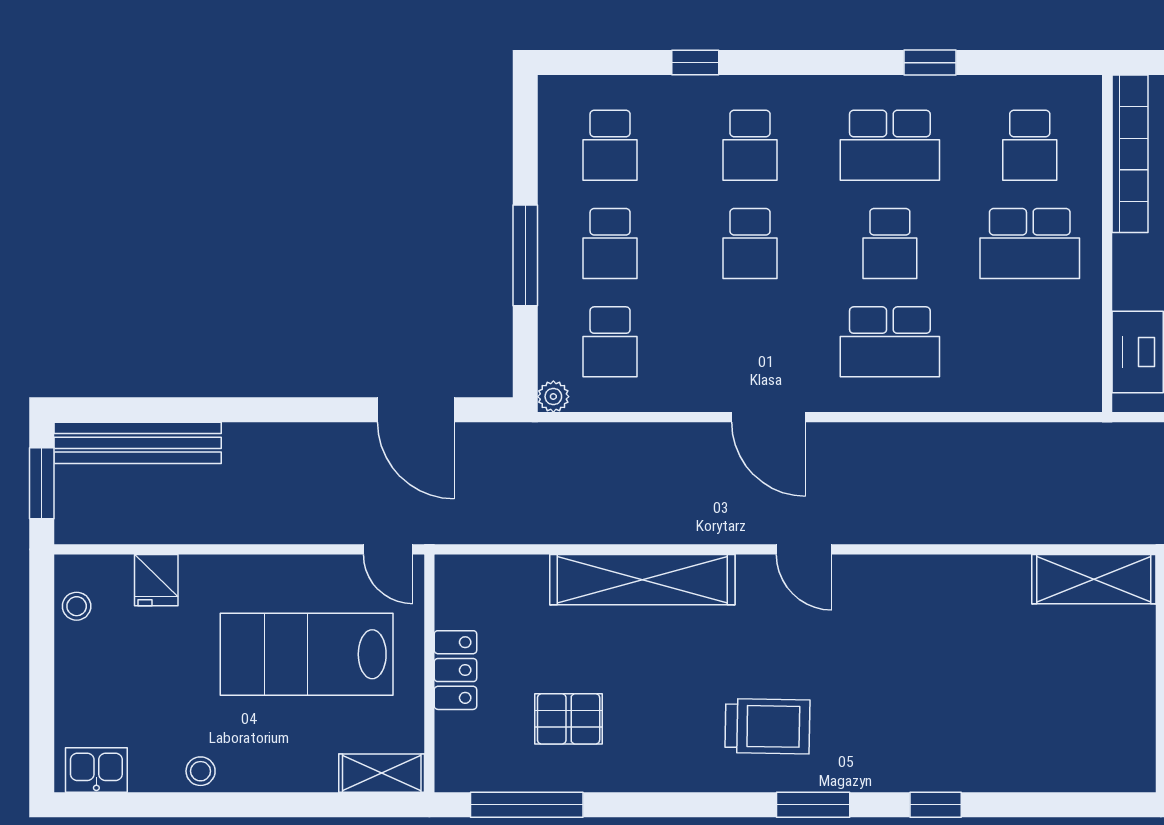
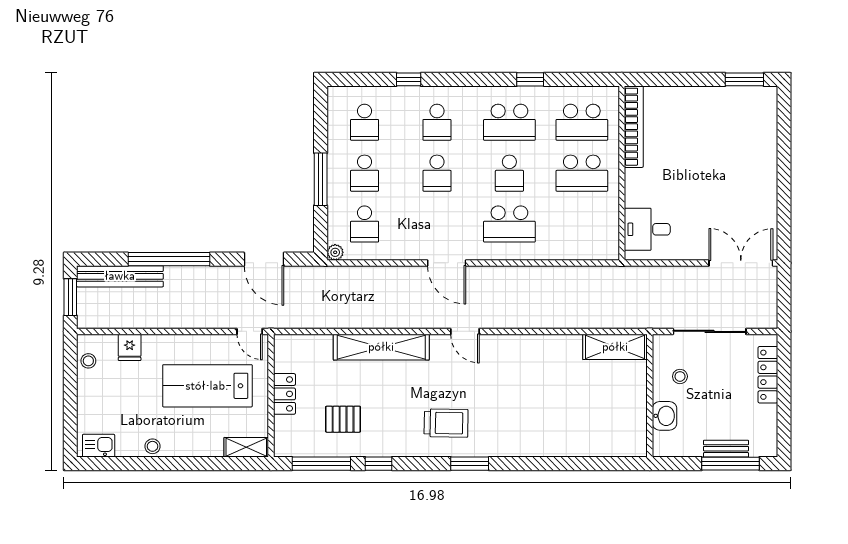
school desk: (1030, 145) -> (582, 122), width x1.85
window: (232, 410) -> (169, 259), added
window: (936, 805) -> (378, 464), moved

